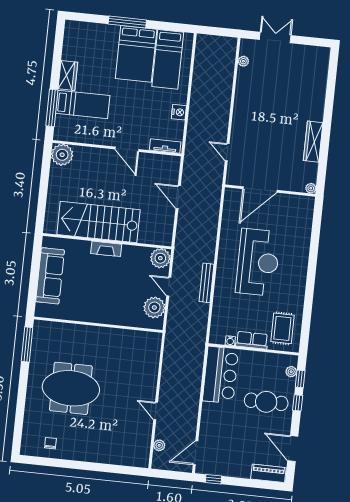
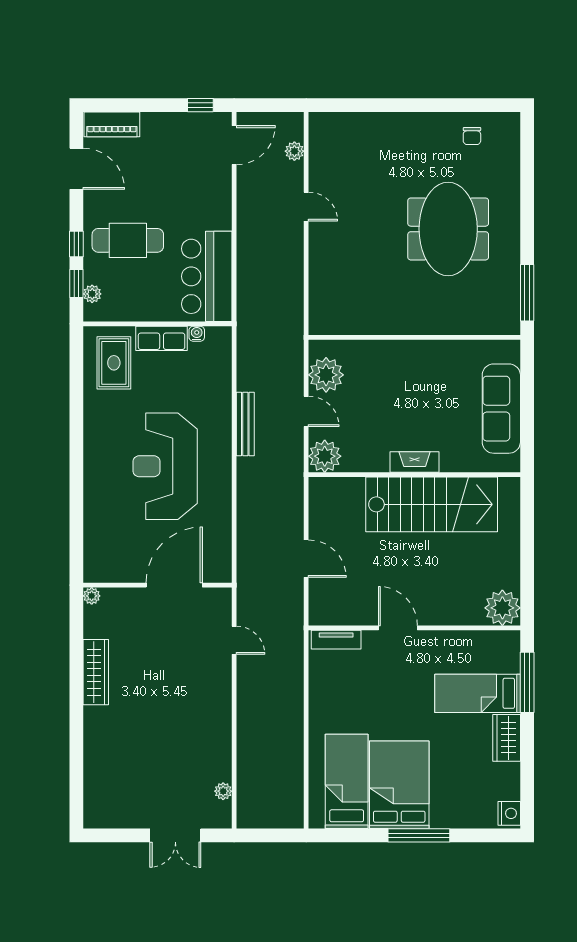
nightstand: (179, 112) -> (509, 813), moved, turned 180
meeting table: (71, 388) -> (448, 229), turned 90

